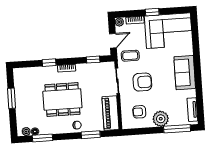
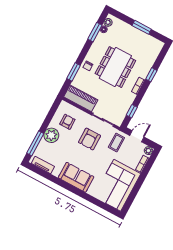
window: (152, 12) -> (140, 182), removed
door: (113, 41) -> (137, 136), swing flipped

